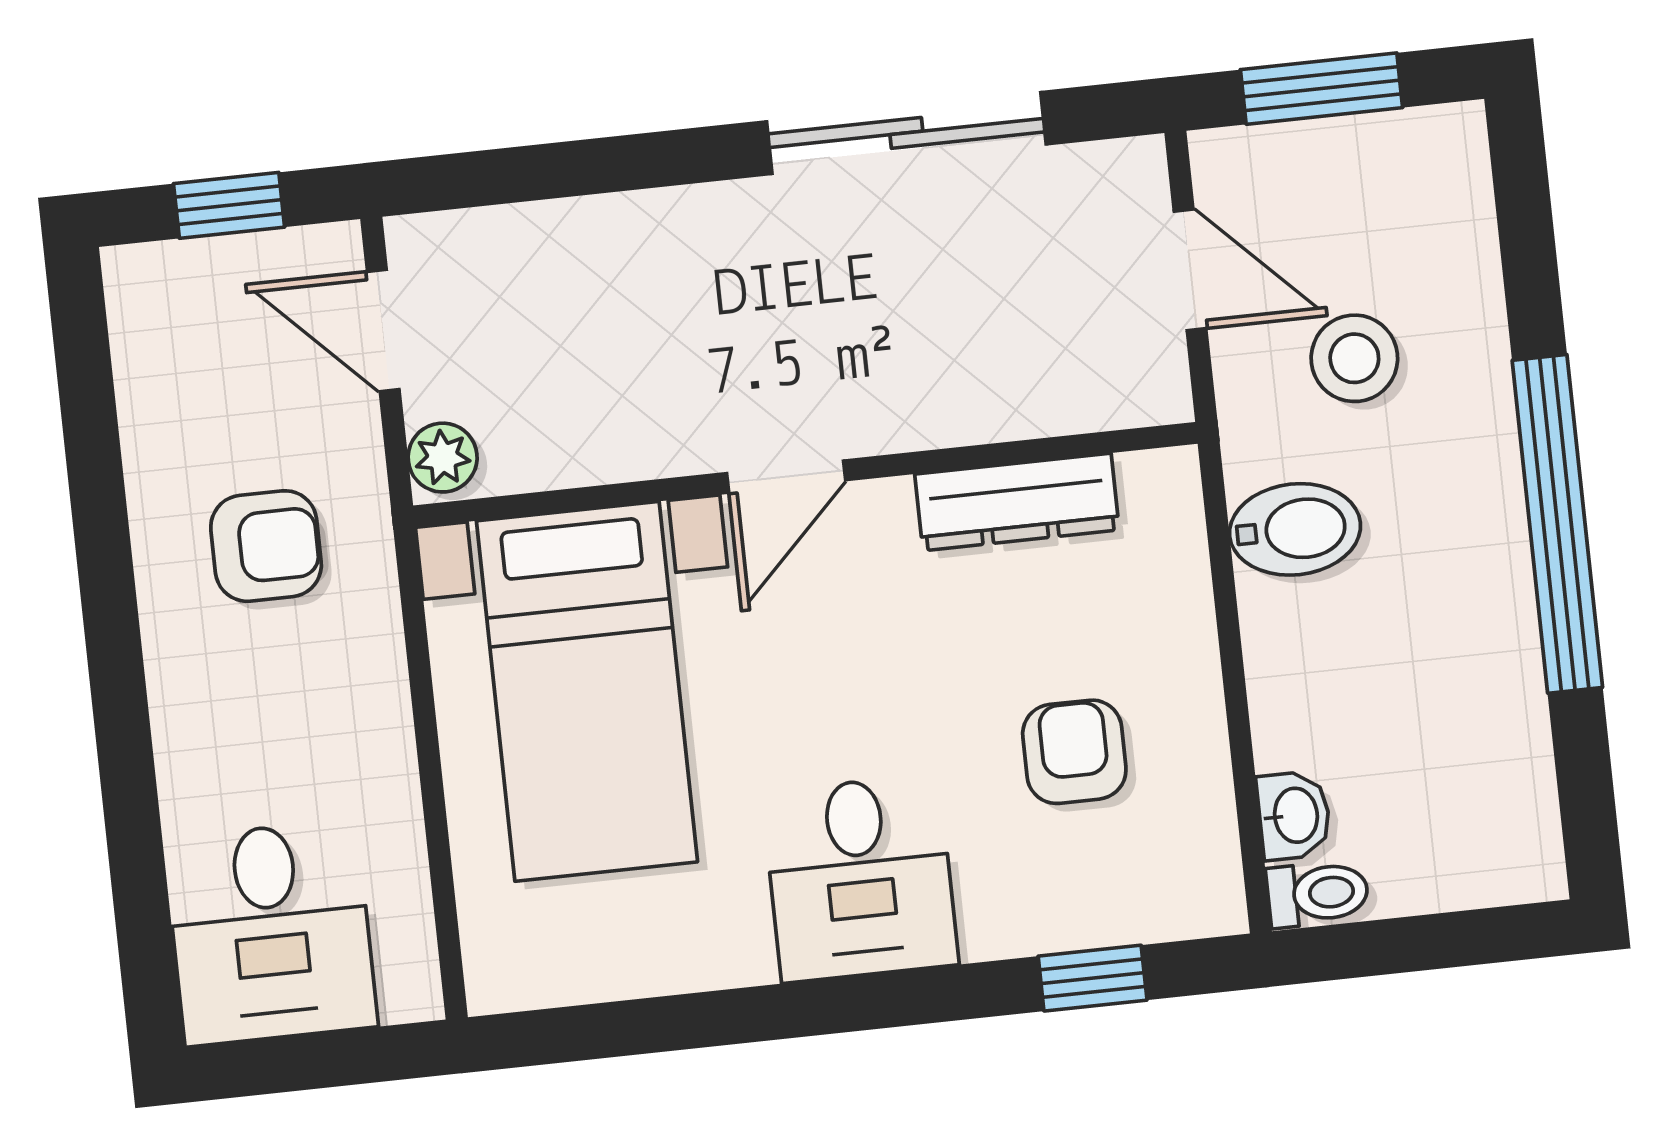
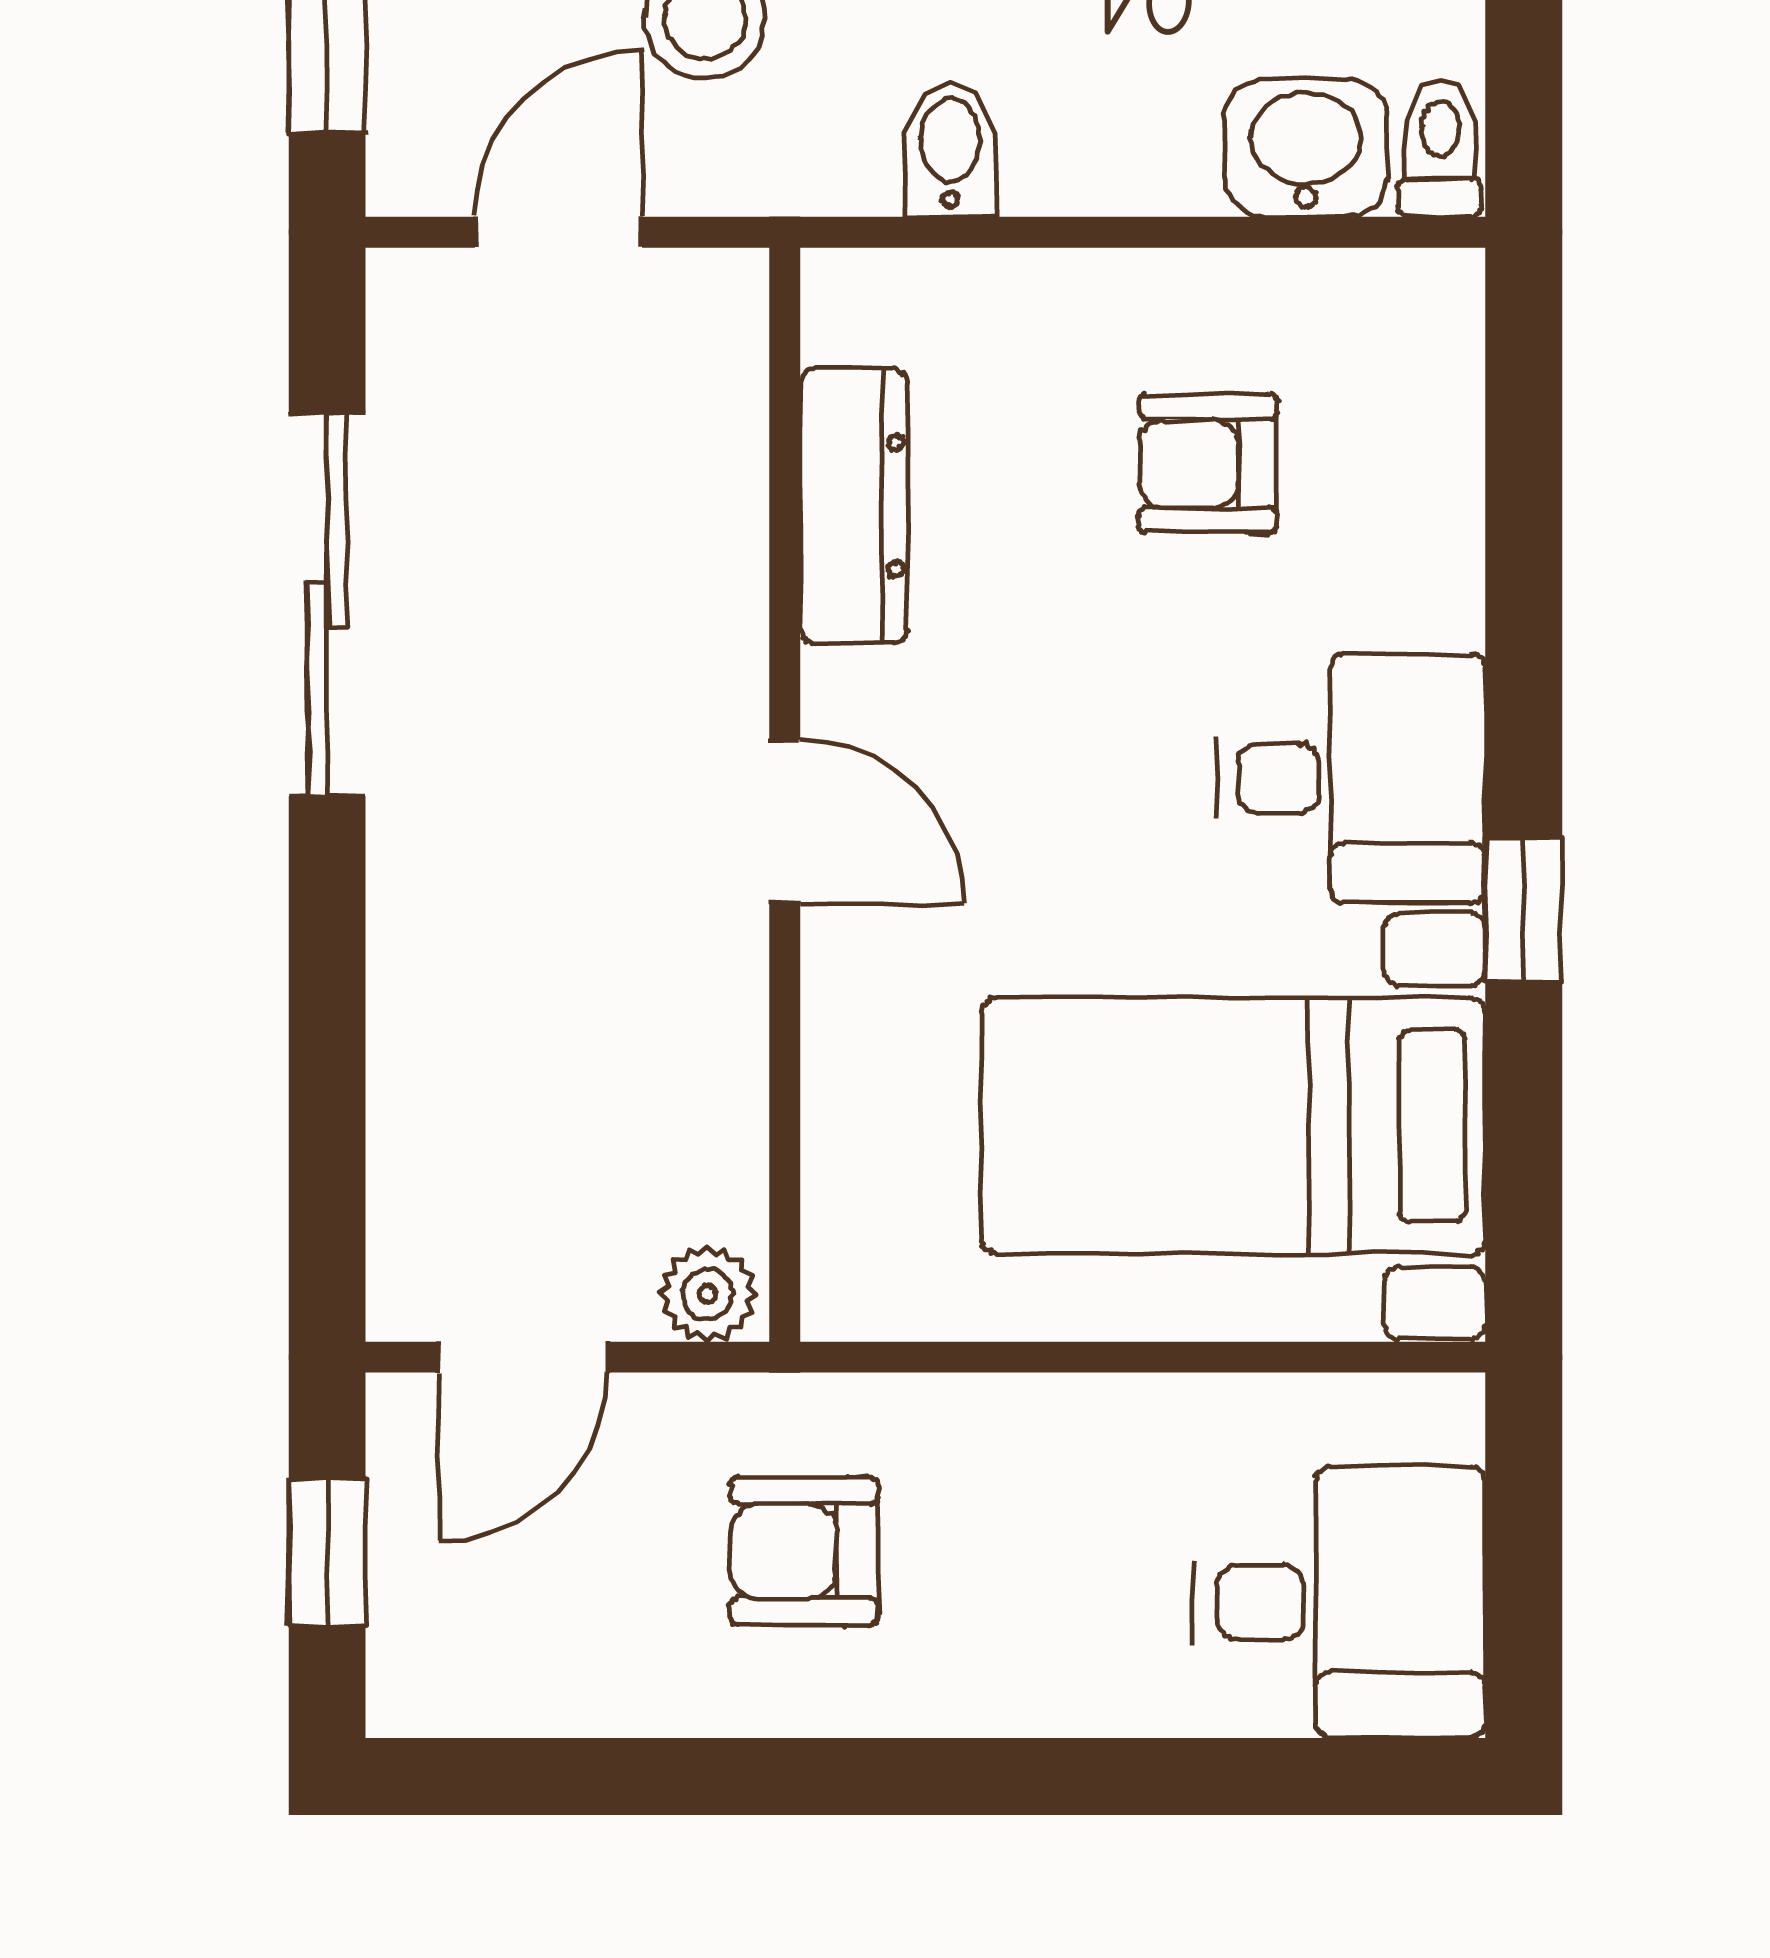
bidet: (1295, 529) -> (950, 150), width x0.72, depth x0.74
armchair: (266, 546) -> (804, 1551), turned -90
bed with nightstands: (587, 691) -> (1233, 1126), moved, turned 180
washbasin: (1294, 815) -> (1306, 148), width x1.38, depth x1.45
window: (1093, 978) -> (1524, 910), moved

